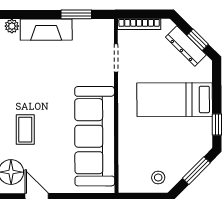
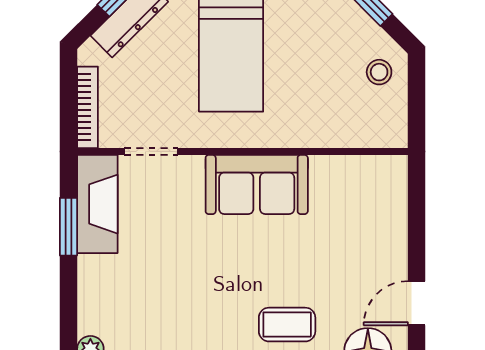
fireplace: (46, 30) -> (97, 204), moved
sofa: (95, 136) -> (257, 184), width x0.54, depth x0.79

